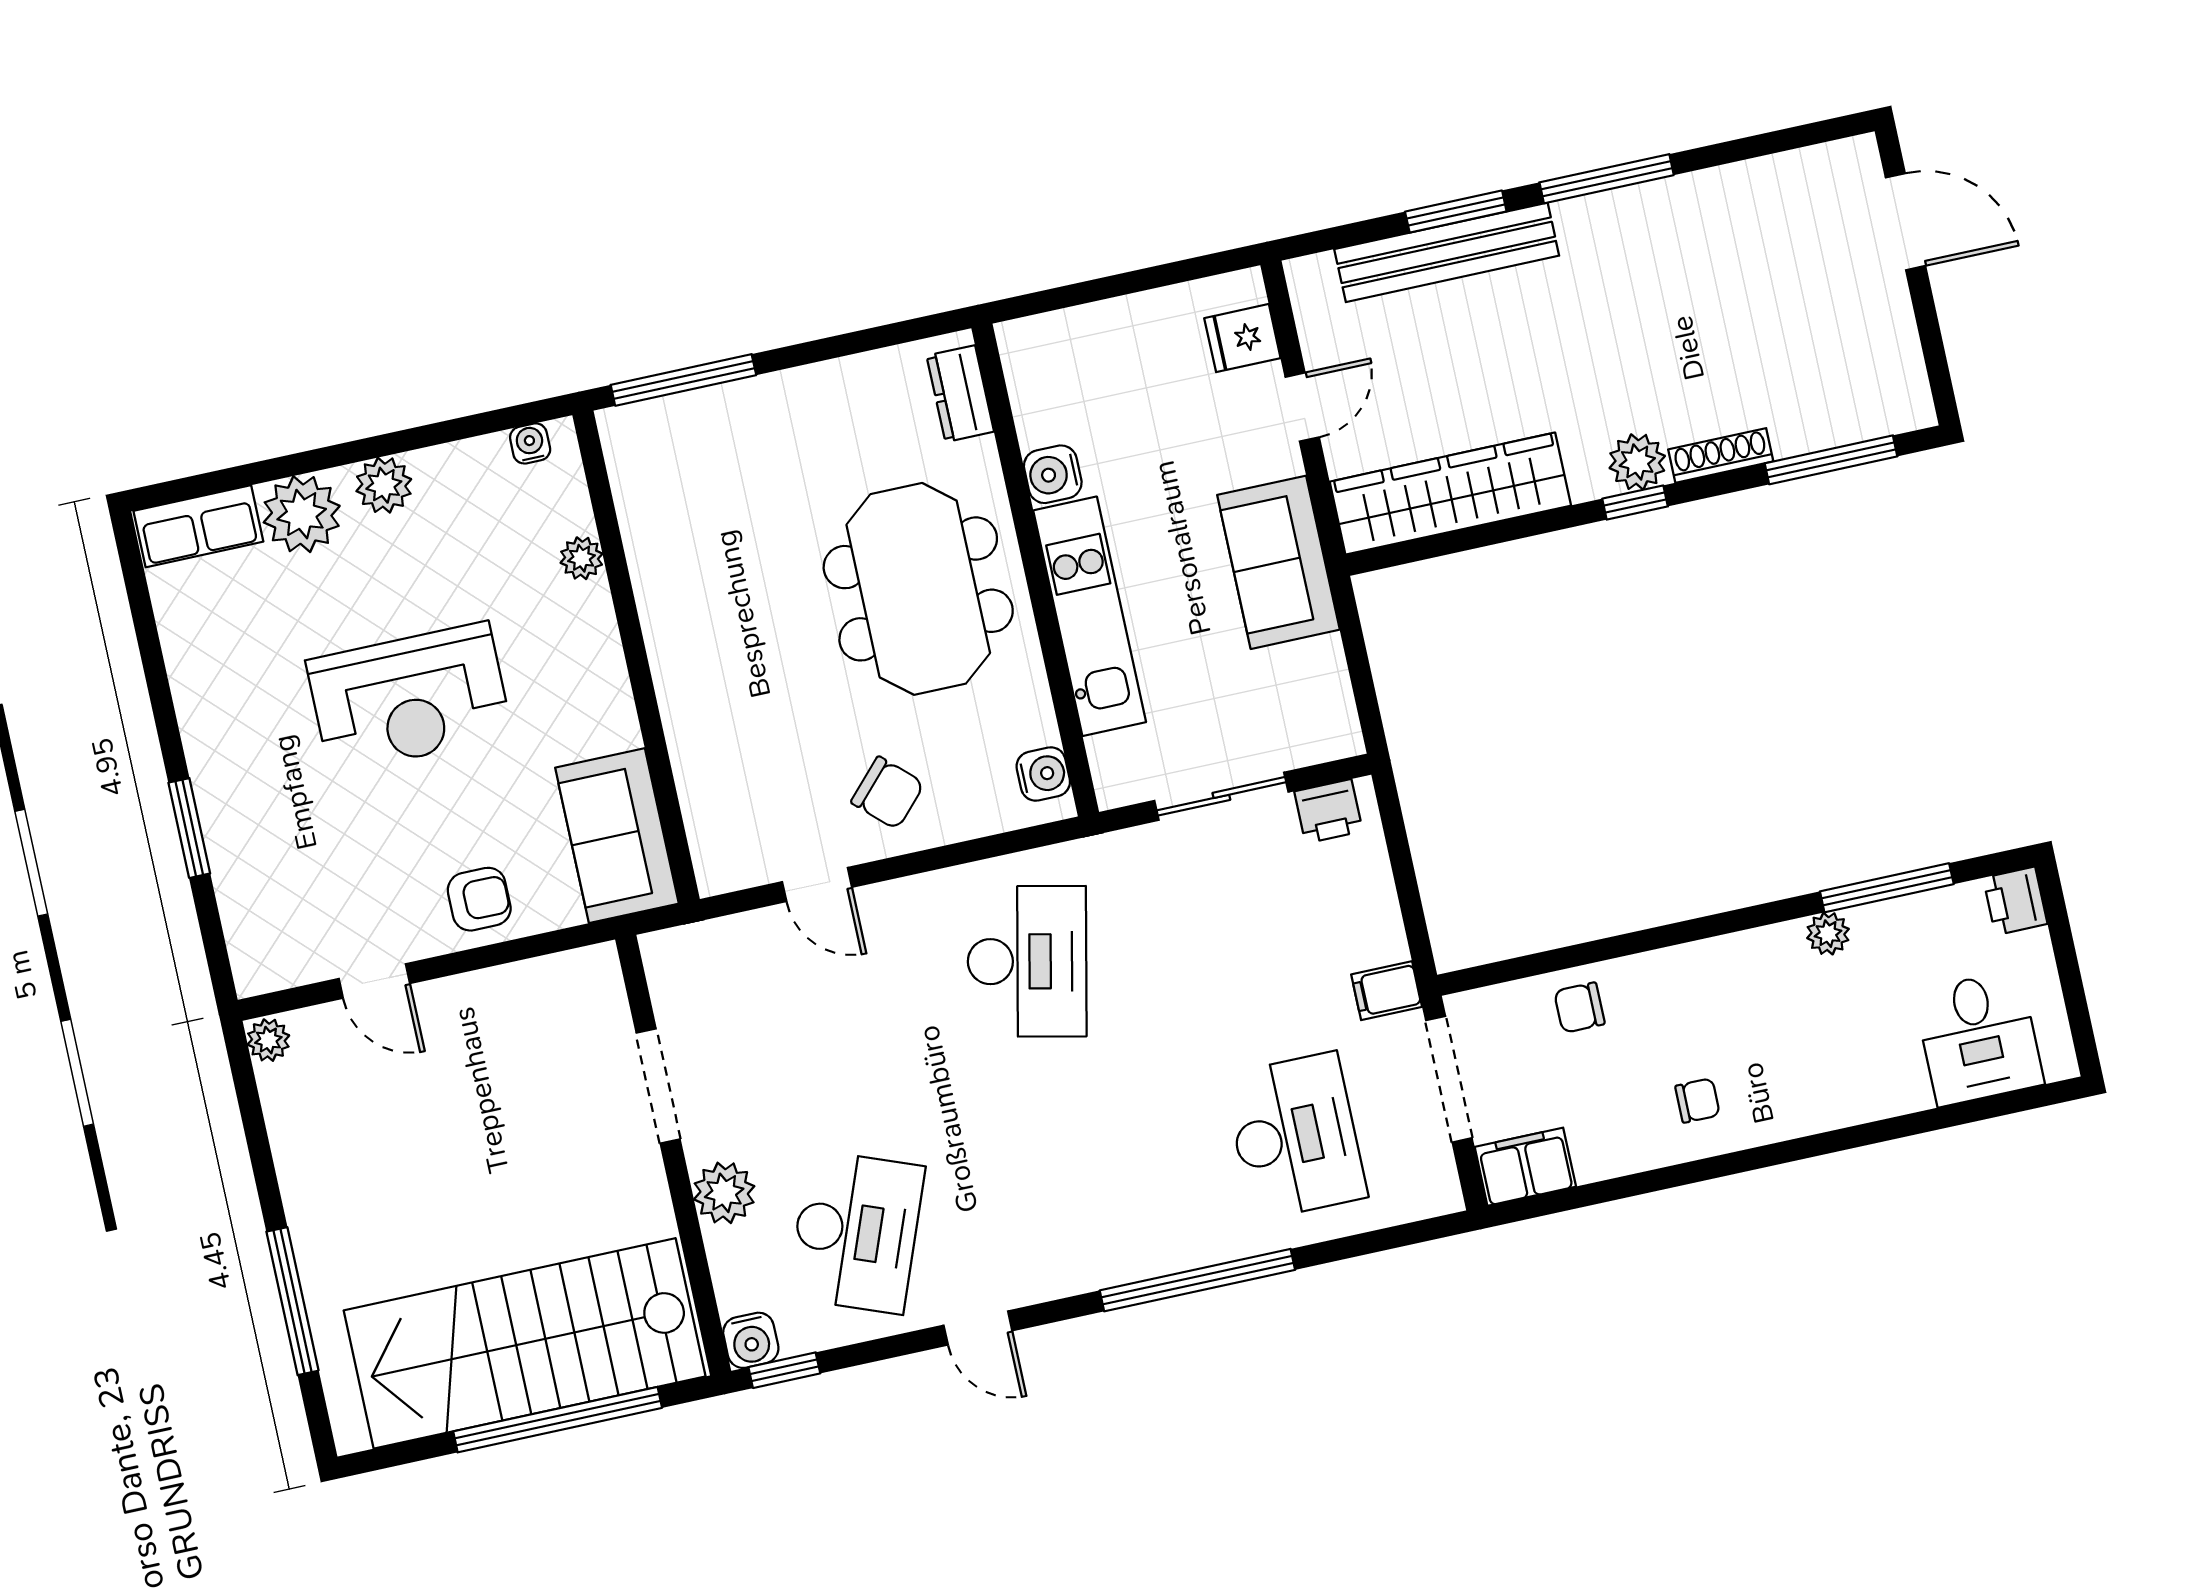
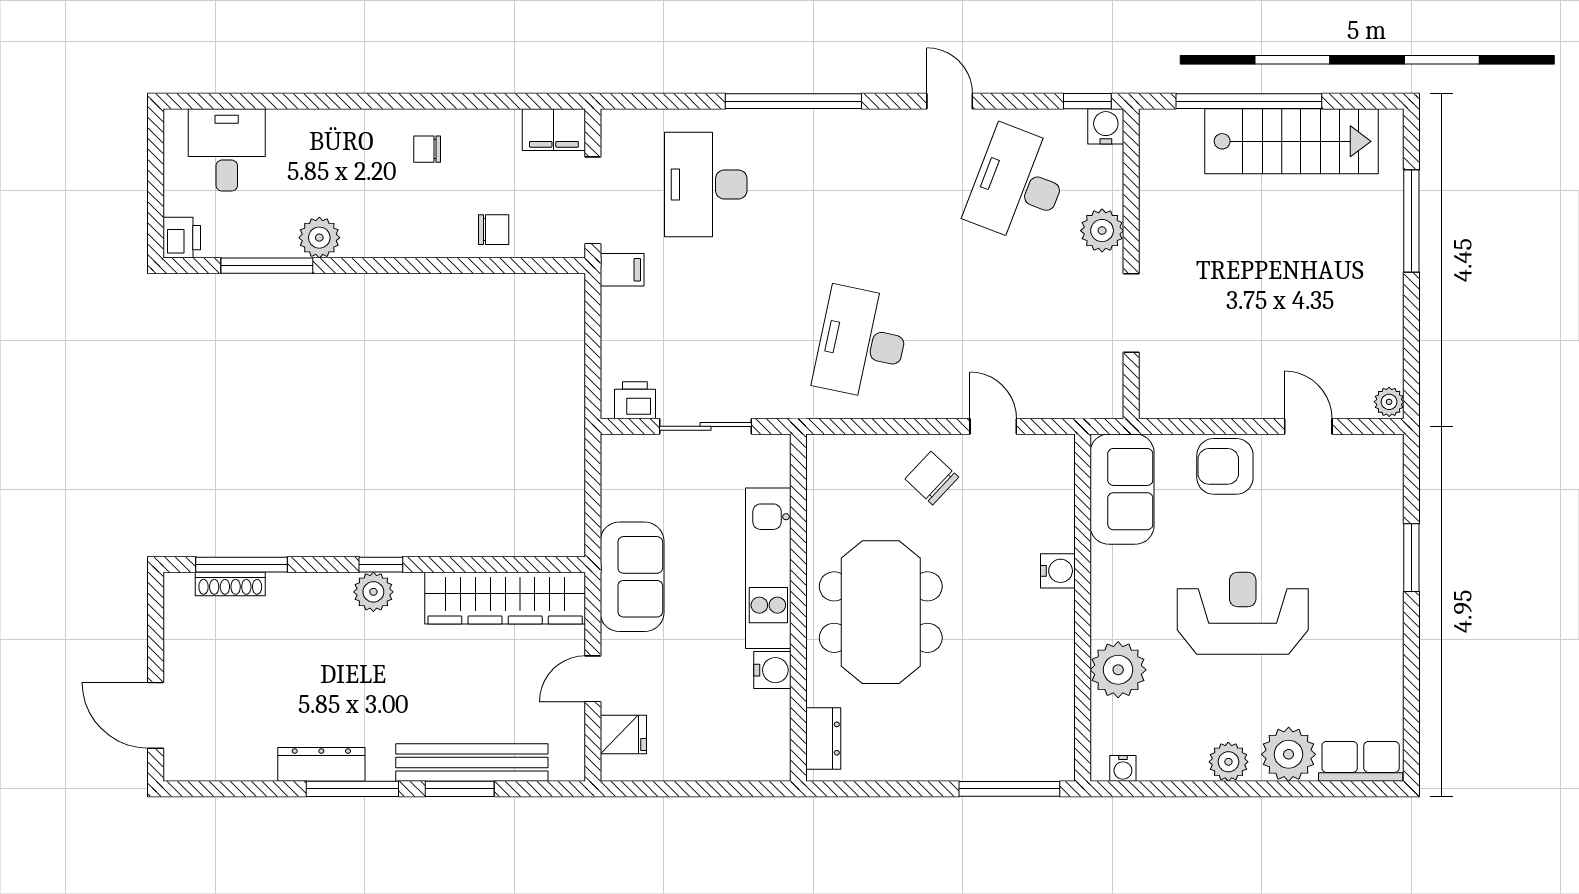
dresser: (1658, 204) -> (321, 764), added
shoe rack: (1721, 455) -> (230, 584), moved
plant: (582, 558) -> (1118, 670), width x1.87, depth x1.87
water cooler: (1043, 774) -> (1058, 571), moved, turned 180
armchair: (479, 899) -> (1225, 466), width x1.38, depth x1.38
plant: (1828, 934) -> (319, 238), width x1.38, depth x1.38
stairs: (525, 1343) -> (1291, 141), width x0.73, depth x0.66

